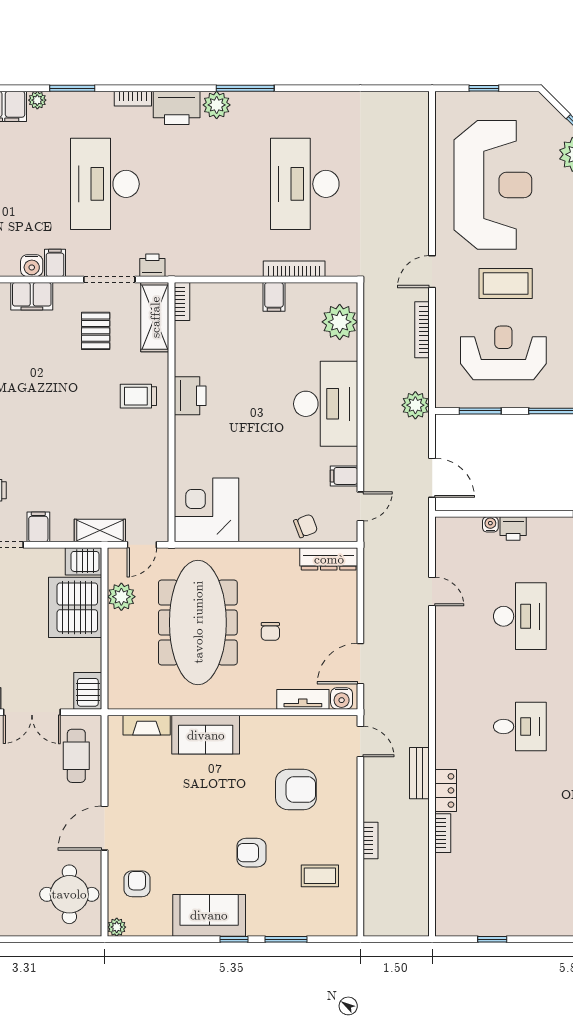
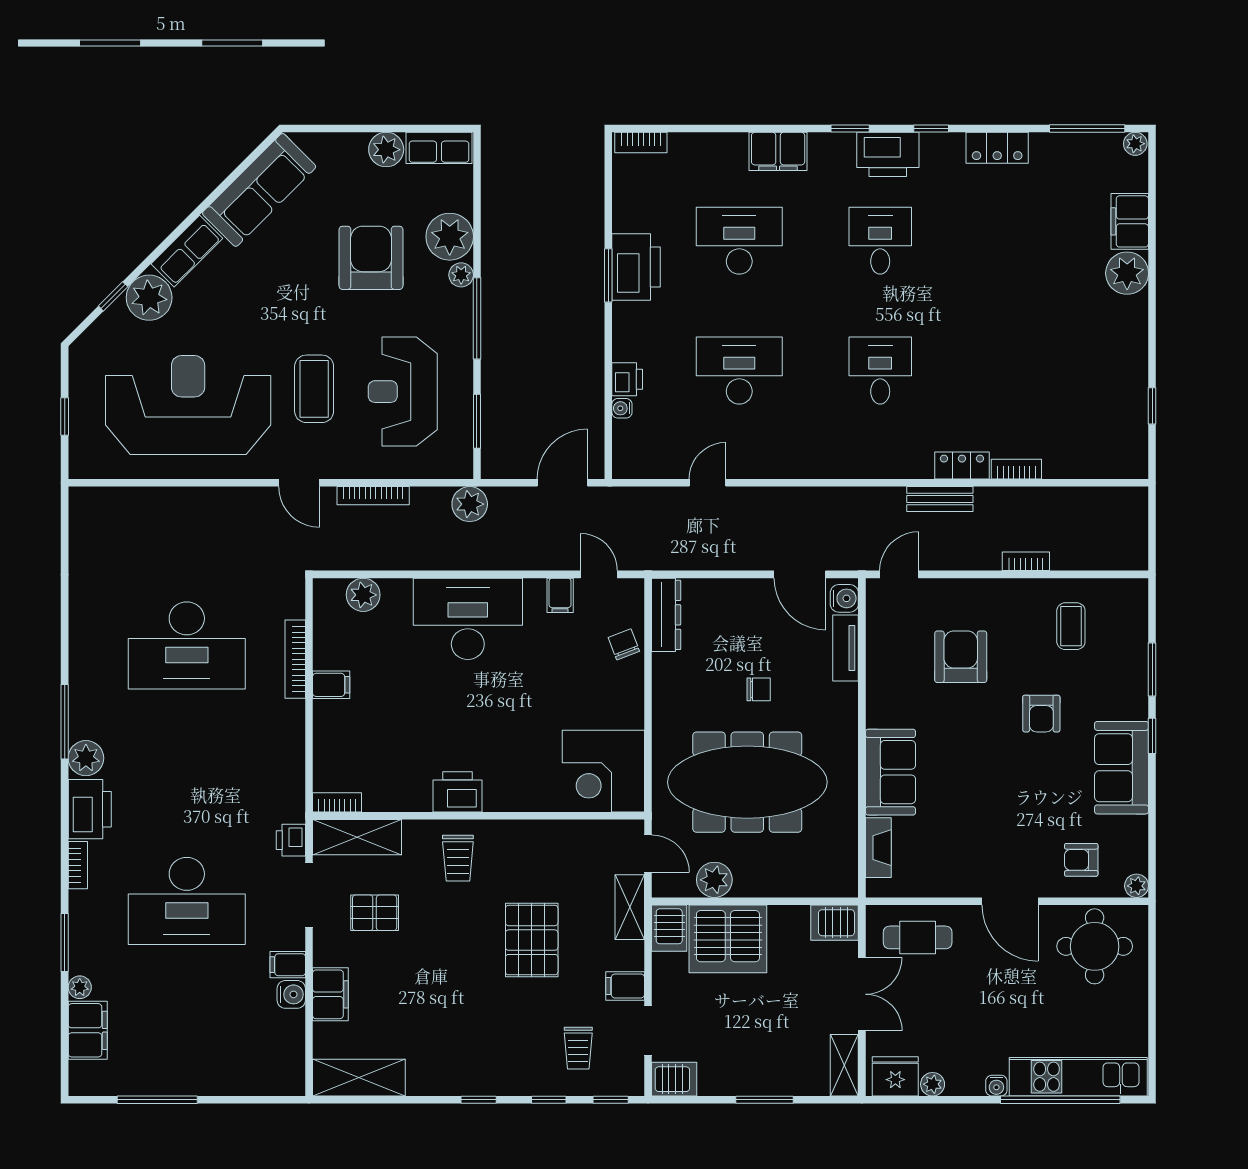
plant: (340, 322) -> (363, 595), width x0.73, depth x0.73
pallet: (74, 454) -> (532, 940), added

